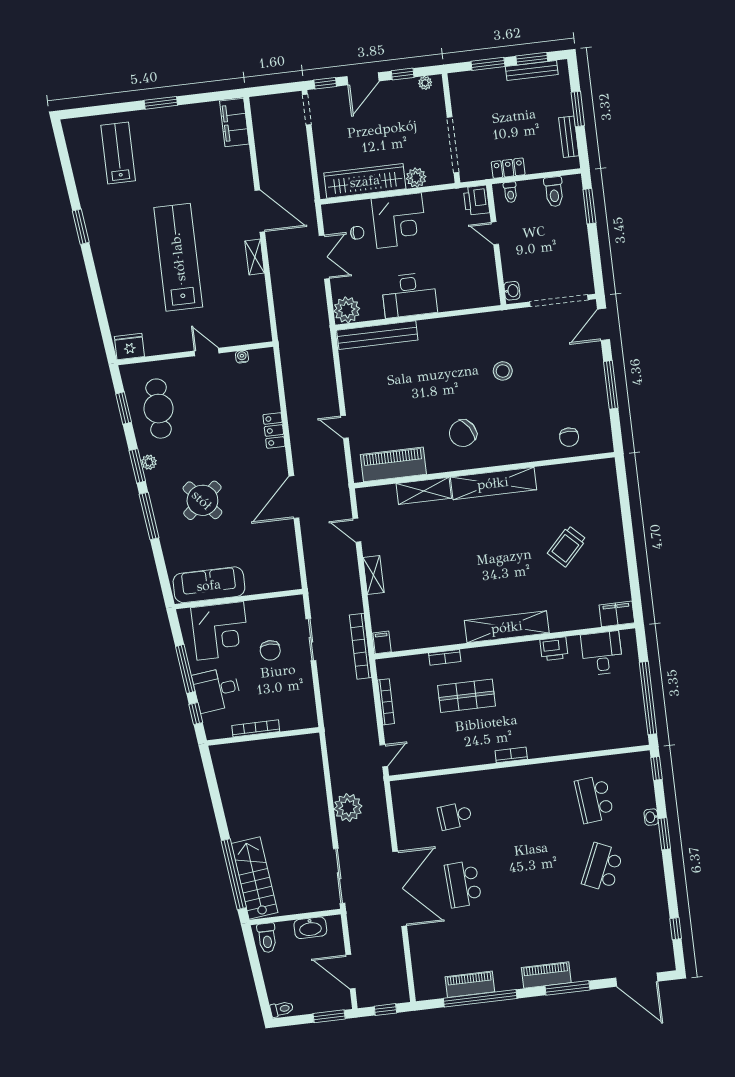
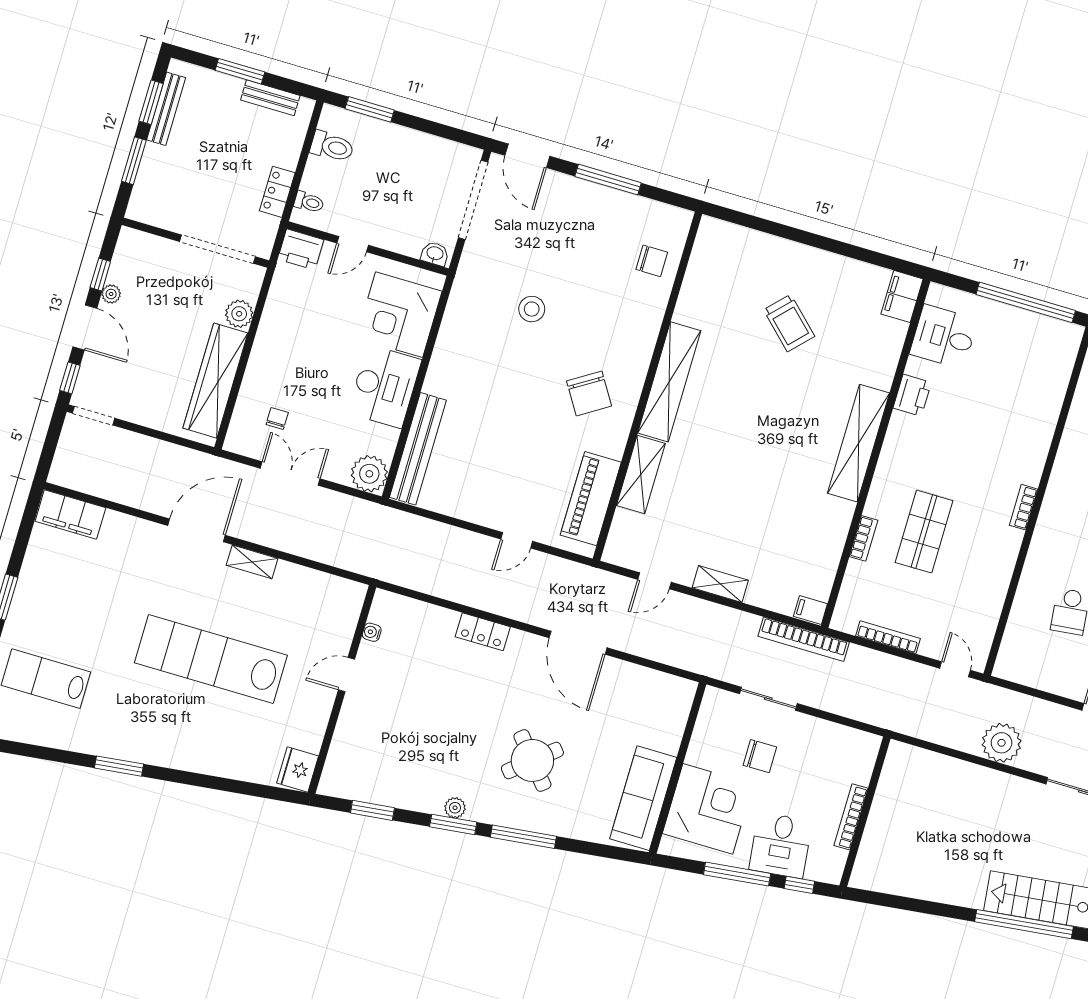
plant: (425, 83) -> (111, 294), moved
corner desk: (399, 221) -> (399, 315), moved, turned 180
cafe table: (159, 409) -> (392, 766), removed

